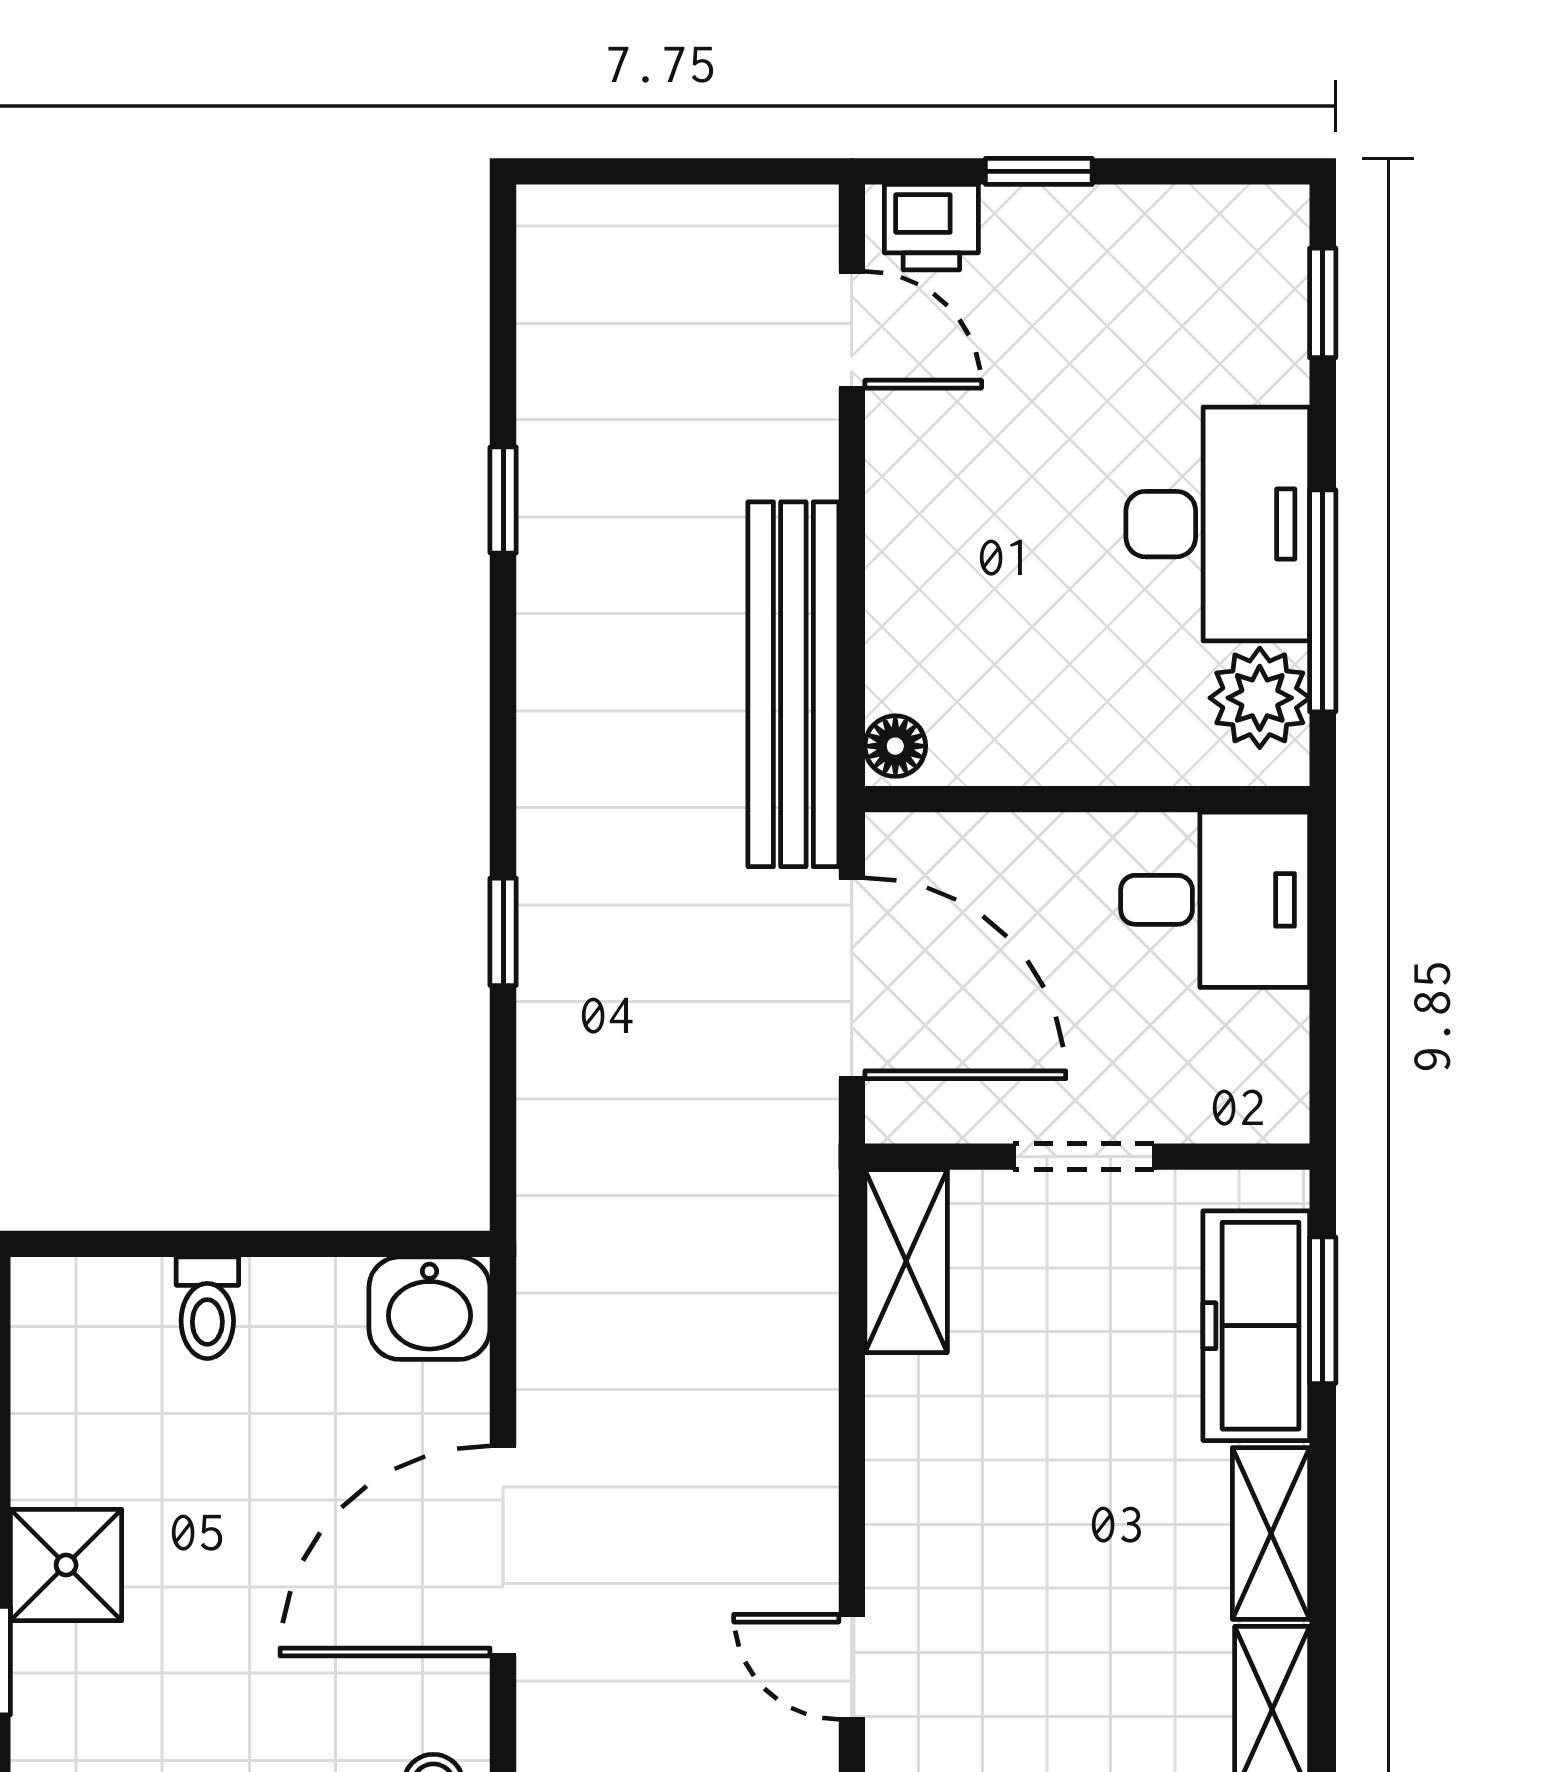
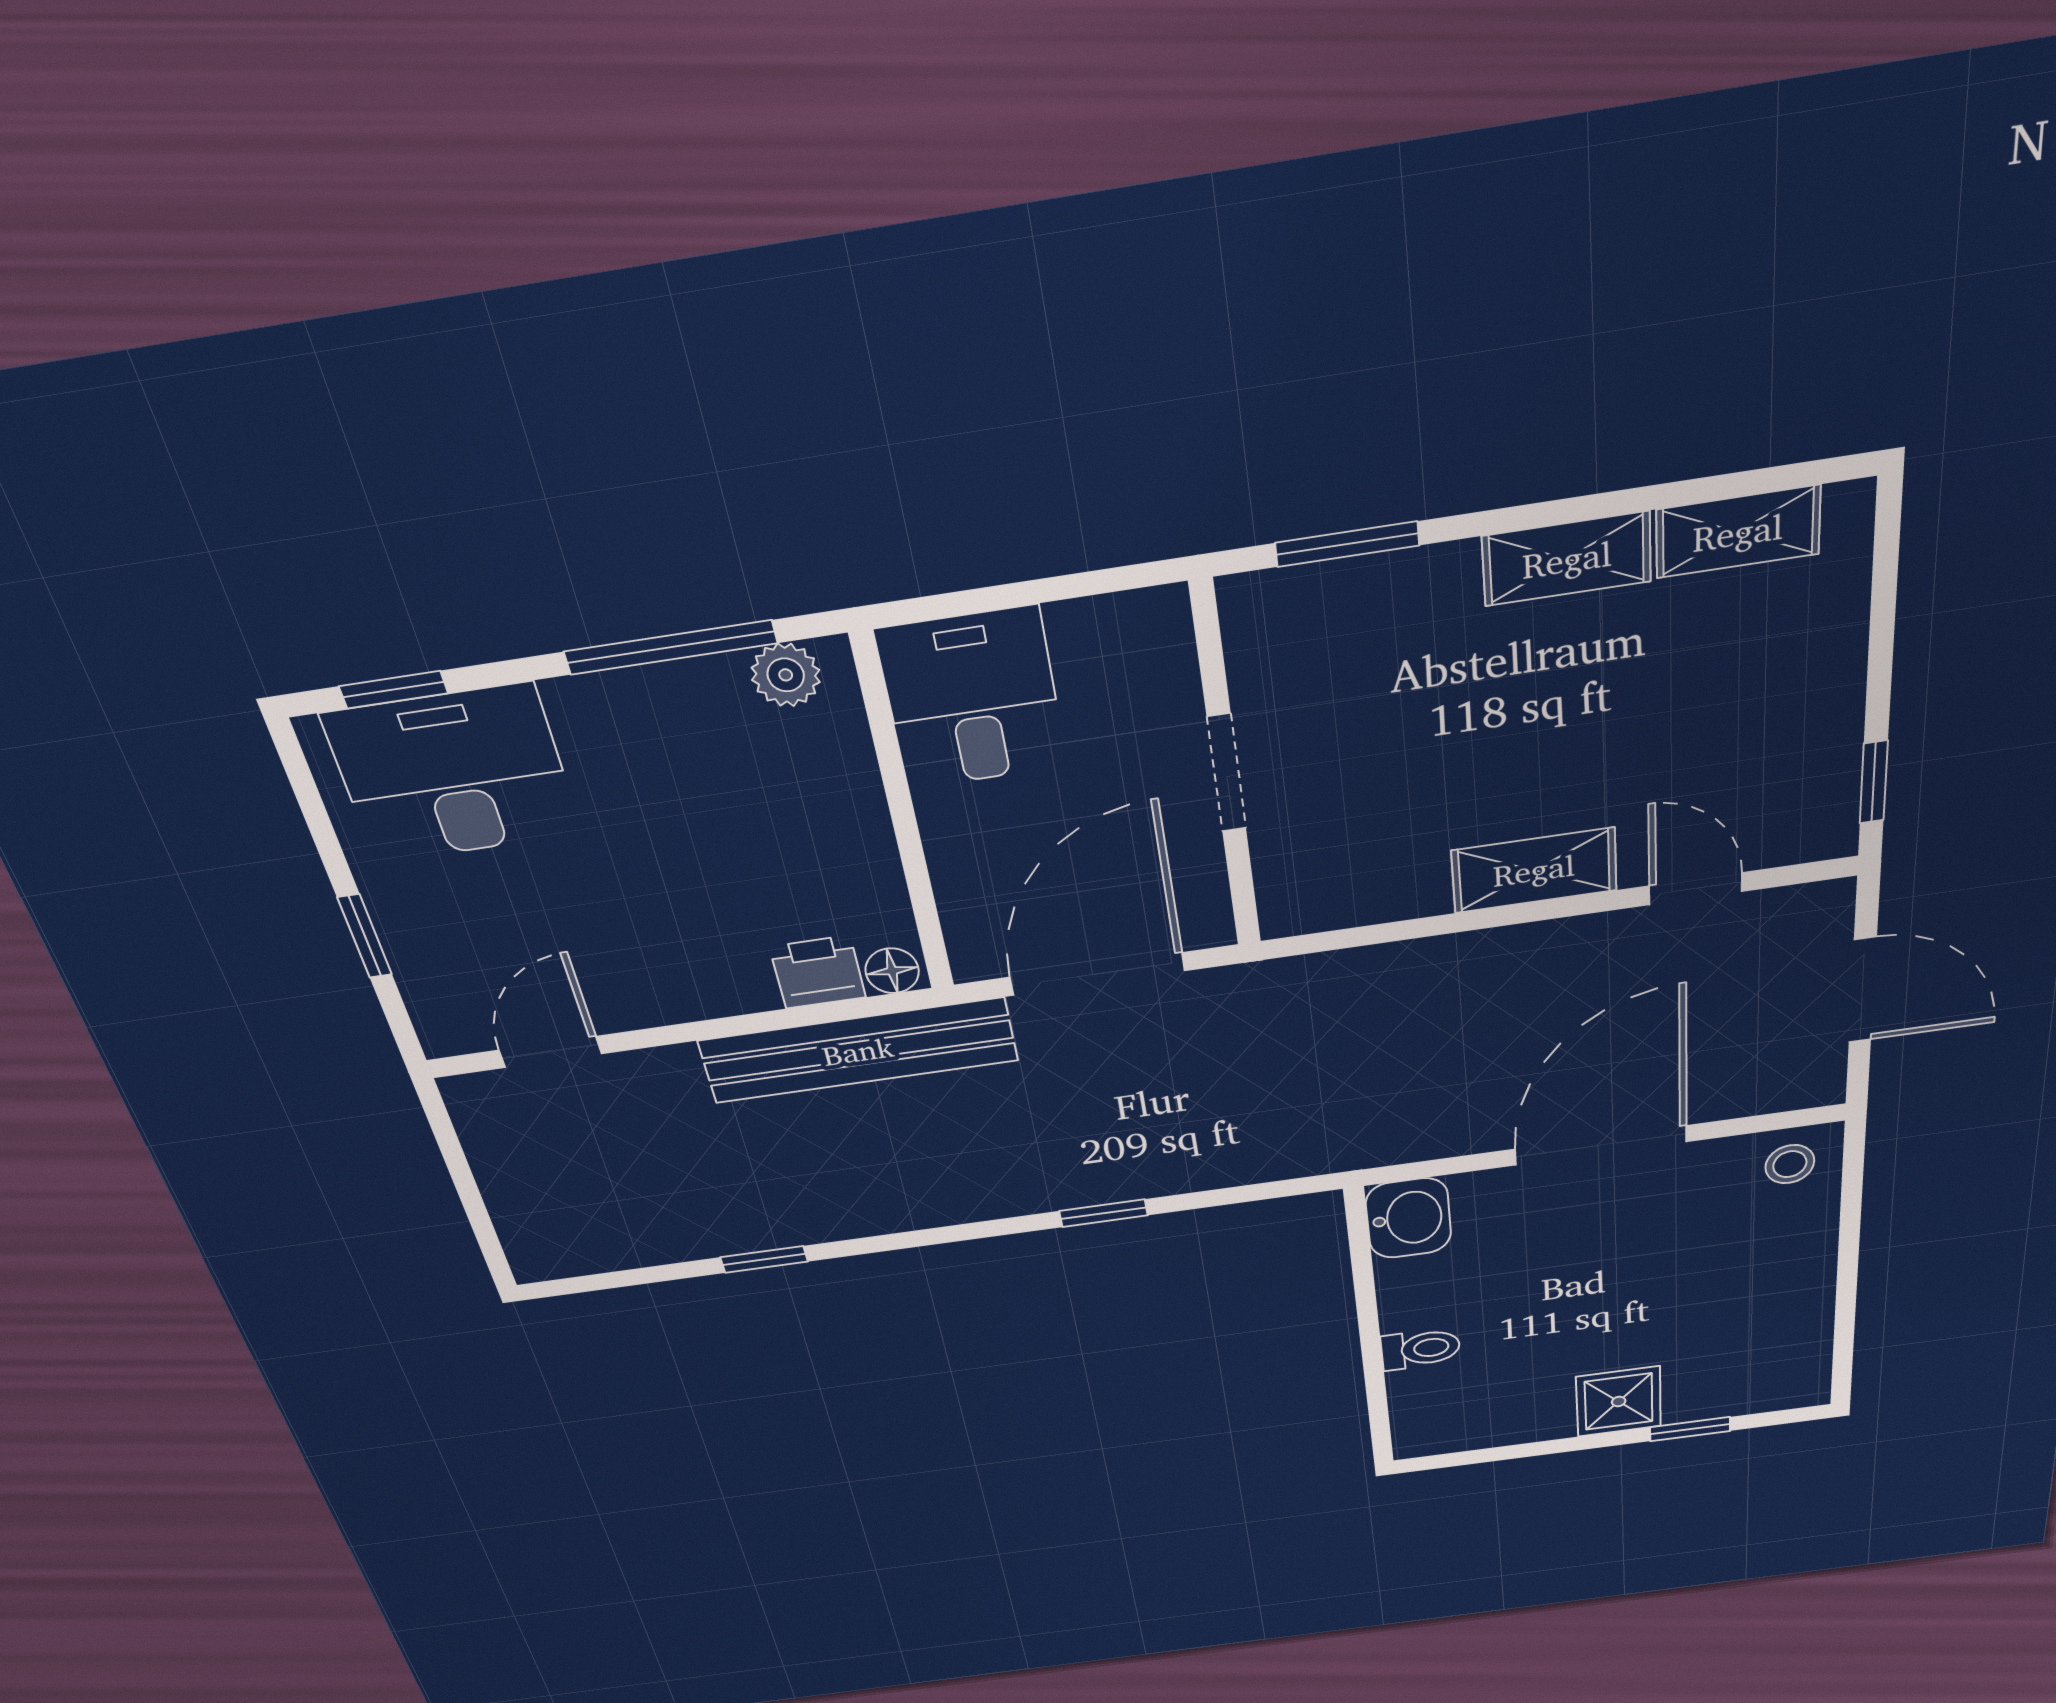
printer: (931, 227) -> (818, 972), moved, turned -90
desk: (1218, 524) -> (453, 774), moved
plant: (1260, 698) -> (786, 675), width x0.73, depth x0.73
shelving: (906, 1261) -> (1534, 870), moved
freezer: (1256, 1326) -> (1368, 602), removed
door: (503, 1551) -> (1601, 1145), swing flipped
door: (852, 1667) -> (1696, 889), swing flipped

